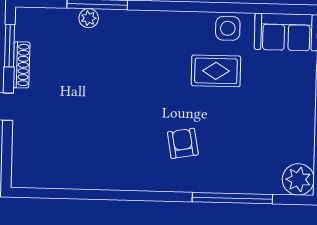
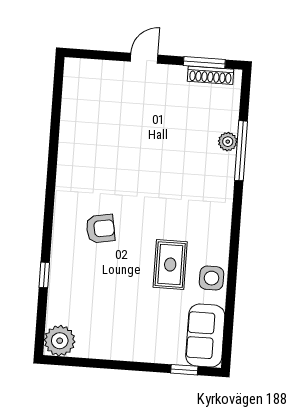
shoe rack: (21, 65) -> (211, 75), moved
window: (232, 198) -> (44, 275), width x0.32

